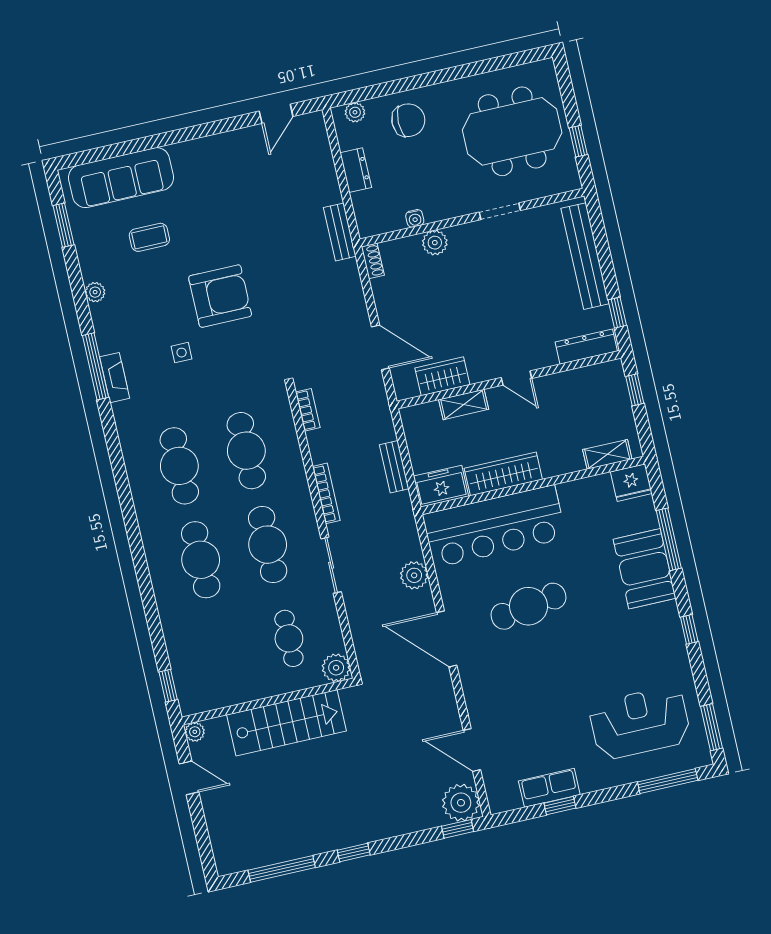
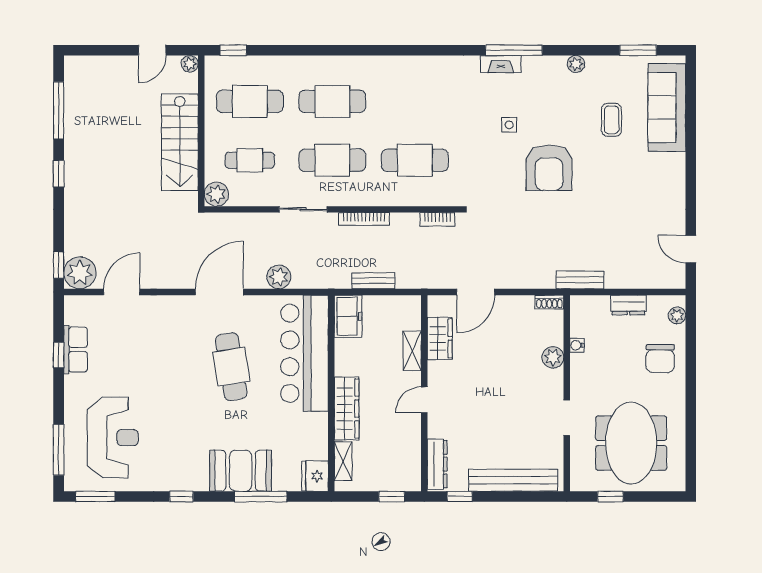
cafe table: (179, 466) -> (250, 101), moved
wardrobe: (503, 474) -> (347, 408), moved

